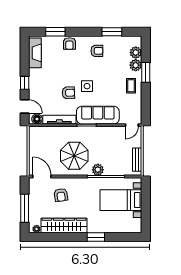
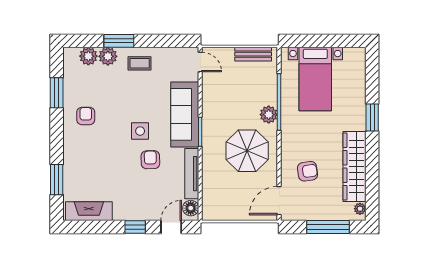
armchair: (69, 44) -> (75, 158), removed

